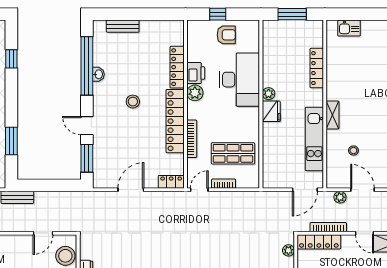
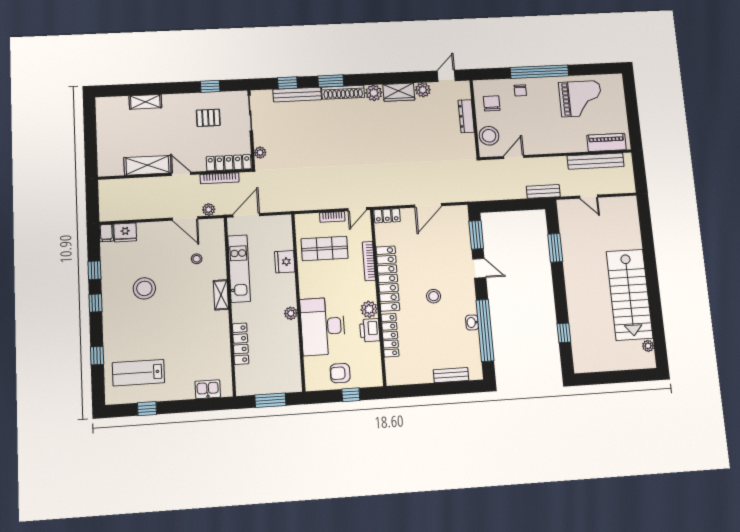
fridge: (271, 111) -> (285, 262), moved

